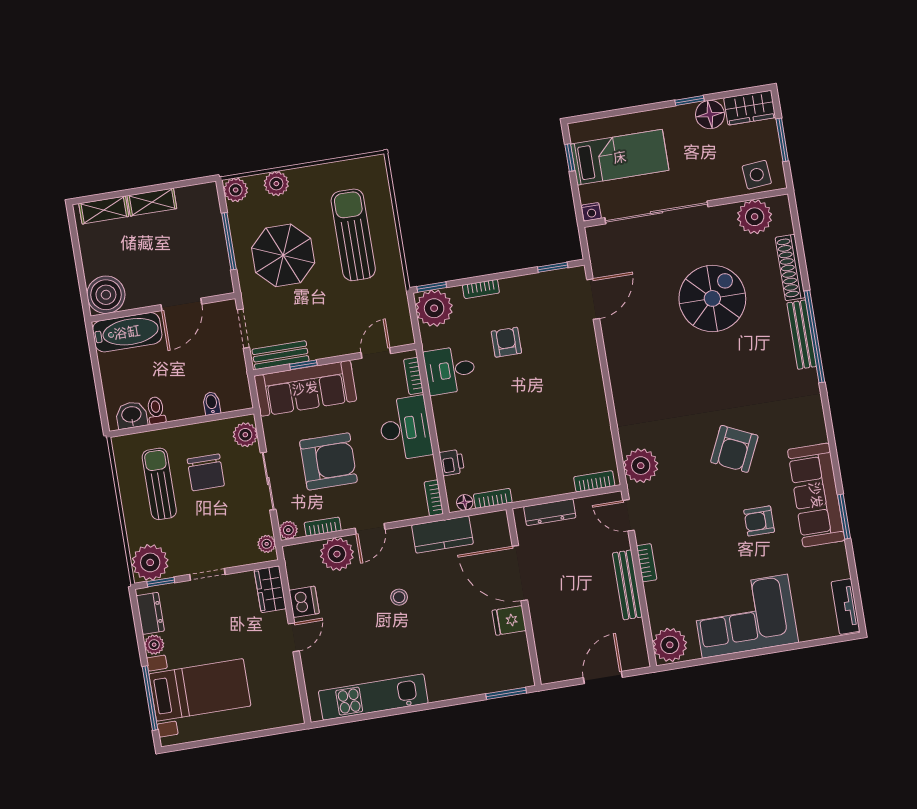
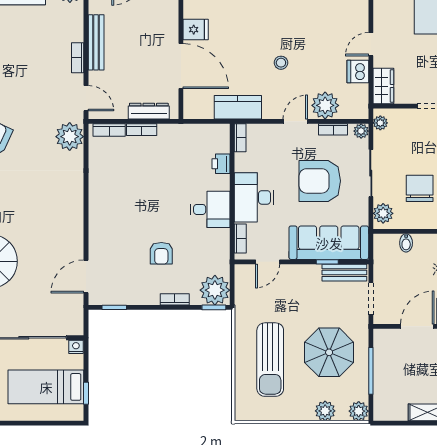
desk: (450, 370) -> (210, 209), moved
bookcase: (493, 498) -> (142, 130), moved
floor lamp: (465, 502) -> (216, 130), removed

